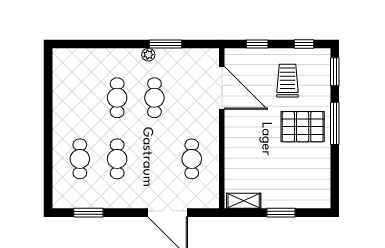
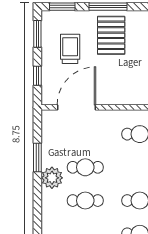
window: (304, 44) -> (37, 34), width x1.50
plant: (148, 55) -> (52, 178), width x1.88, depth x1.88
trolley: (287, 81) -> (70, 49), turned 90

